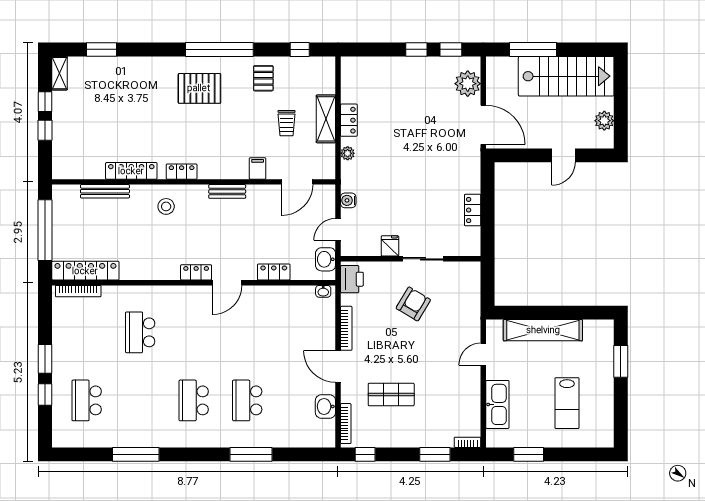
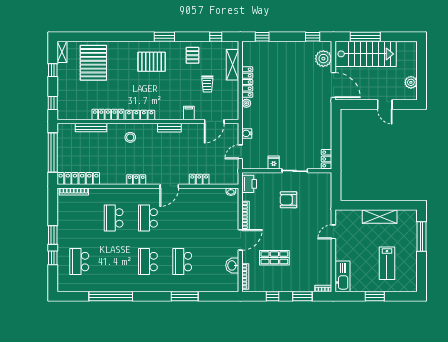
window: (102, 49) -> (89, 37), removed
window: (219, 49) -> (164, 37), width x0.47
window: (416, 49) -> (262, 37), moved
stairs: (566, 76) -> (366, 54), moved
pallet: (109, 90) -> (93, 63), added
shelving: (326, 119) -> (233, 65), moved
locker: (349, 120) -> (247, 82), width x1.53
window: (45, 130) -> (53, 103), moved
door: (564, 155) -> (385, 105), hinge flipped
locker: (182, 172) -> (140, 115), width x1.53
locker: (473, 210) -> (327, 159), moved
washbasin: (326, 259) -> (232, 171), removed
locker: (196, 272) -> (136, 180), moved
armchair: (413, 304) -> (289, 200), turned -121
shelving: (543, 330) -> (380, 217), width x0.68
school desk: (194, 332) -> (148, 218), added
window: (621, 361) -> (421, 237), width x1.44
door: (338, 367) -> (240, 240), swing flipped
kitchen sink: (497, 404) -> (342, 276), moved
window: (136, 454) -> (111, 296), width x1.46
window: (365, 454) -> (273, 296), moved
window: (529, 454) -> (375, 296), moved

